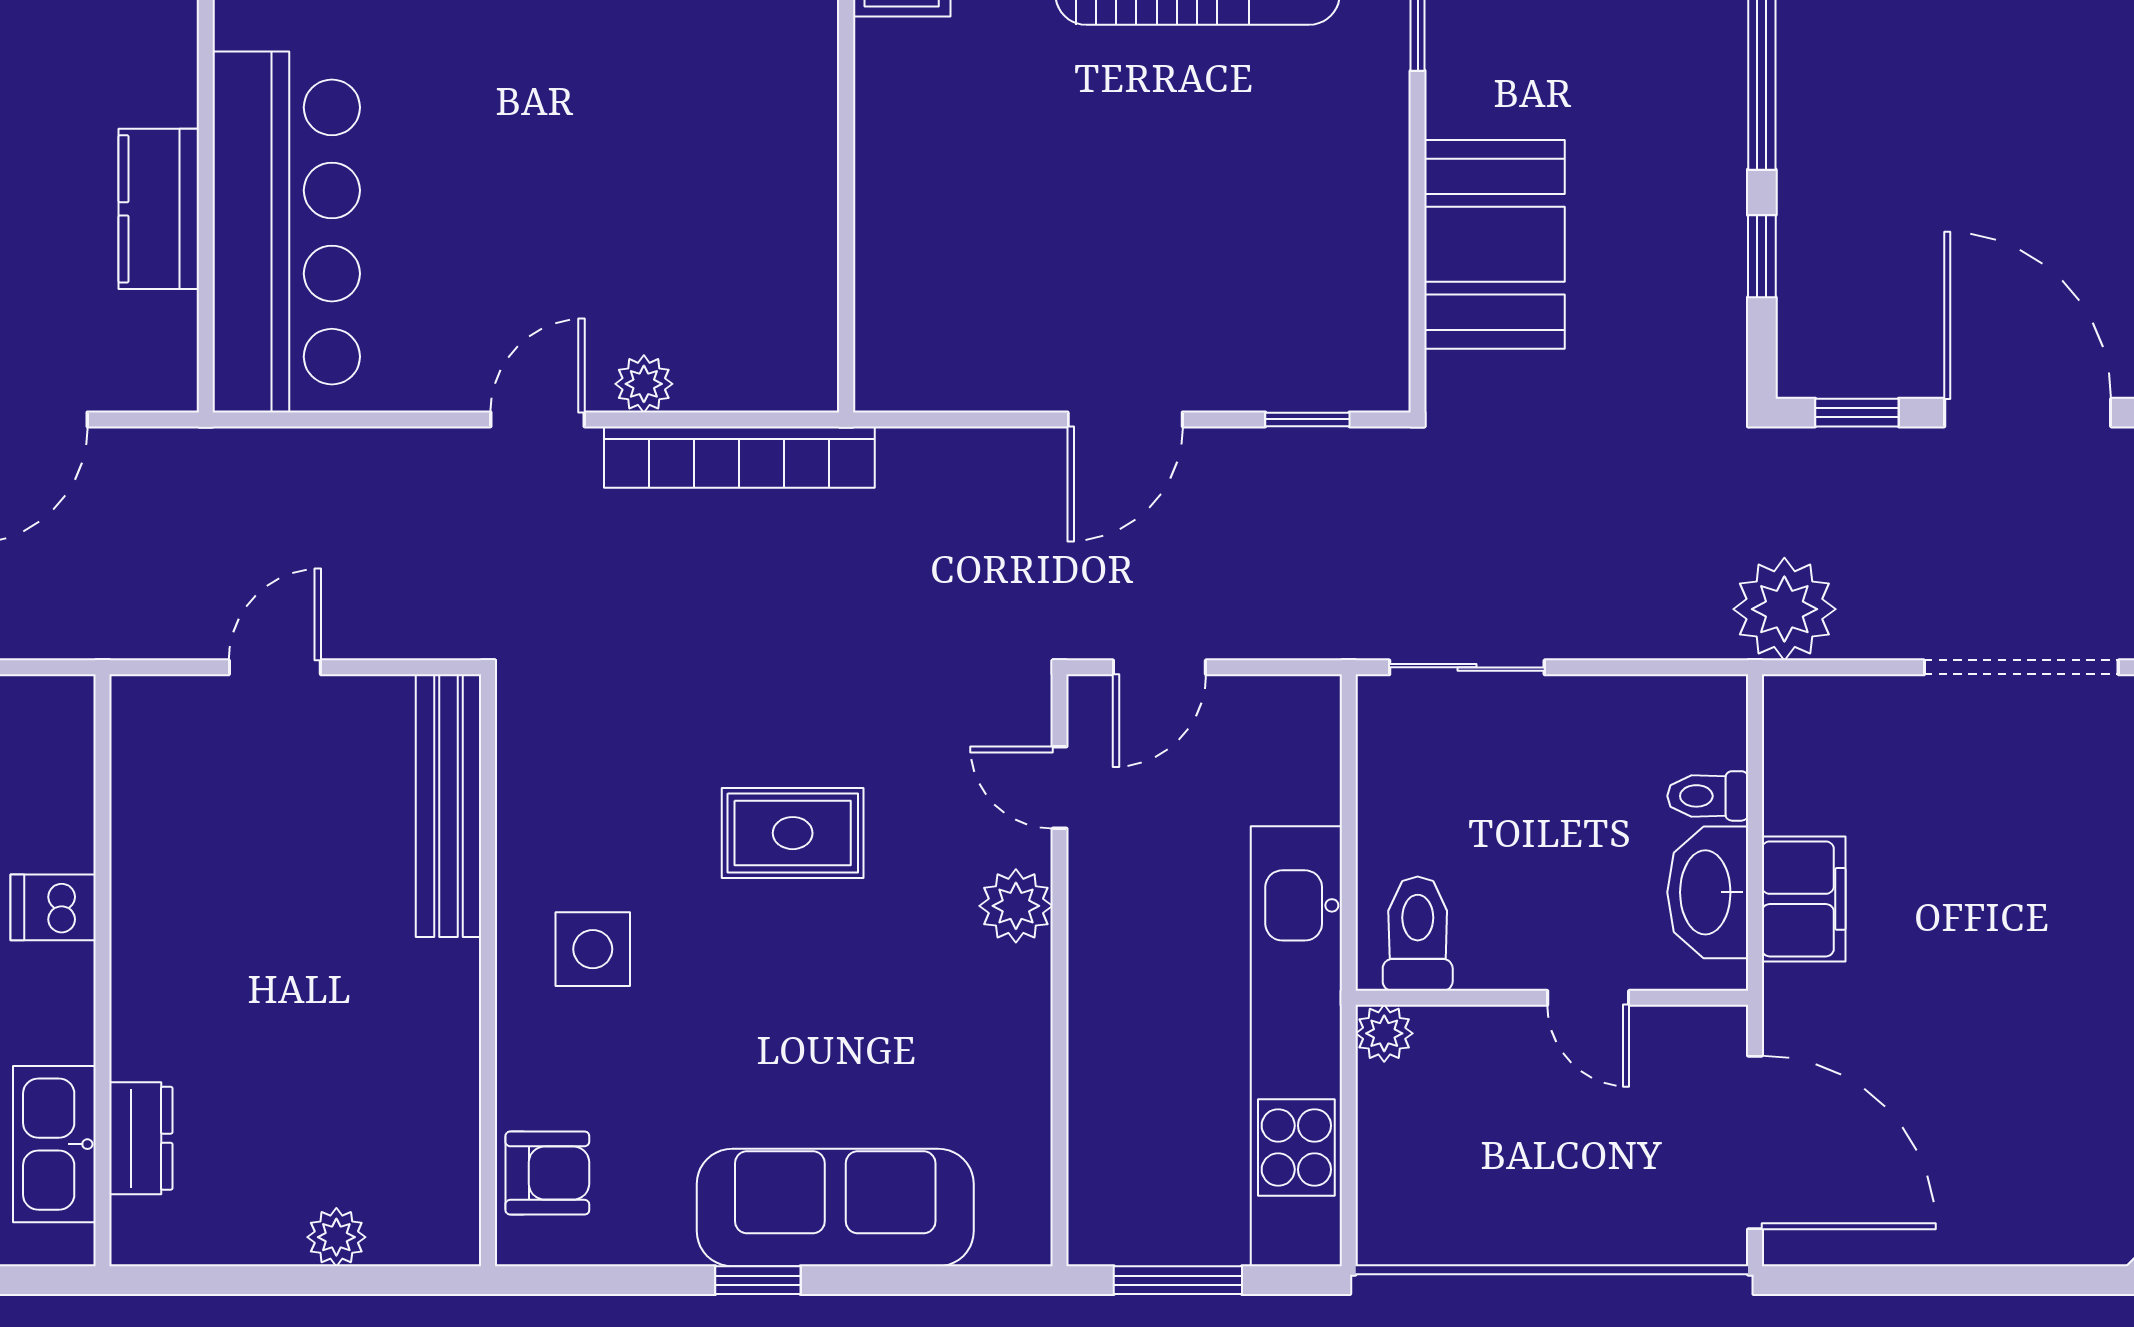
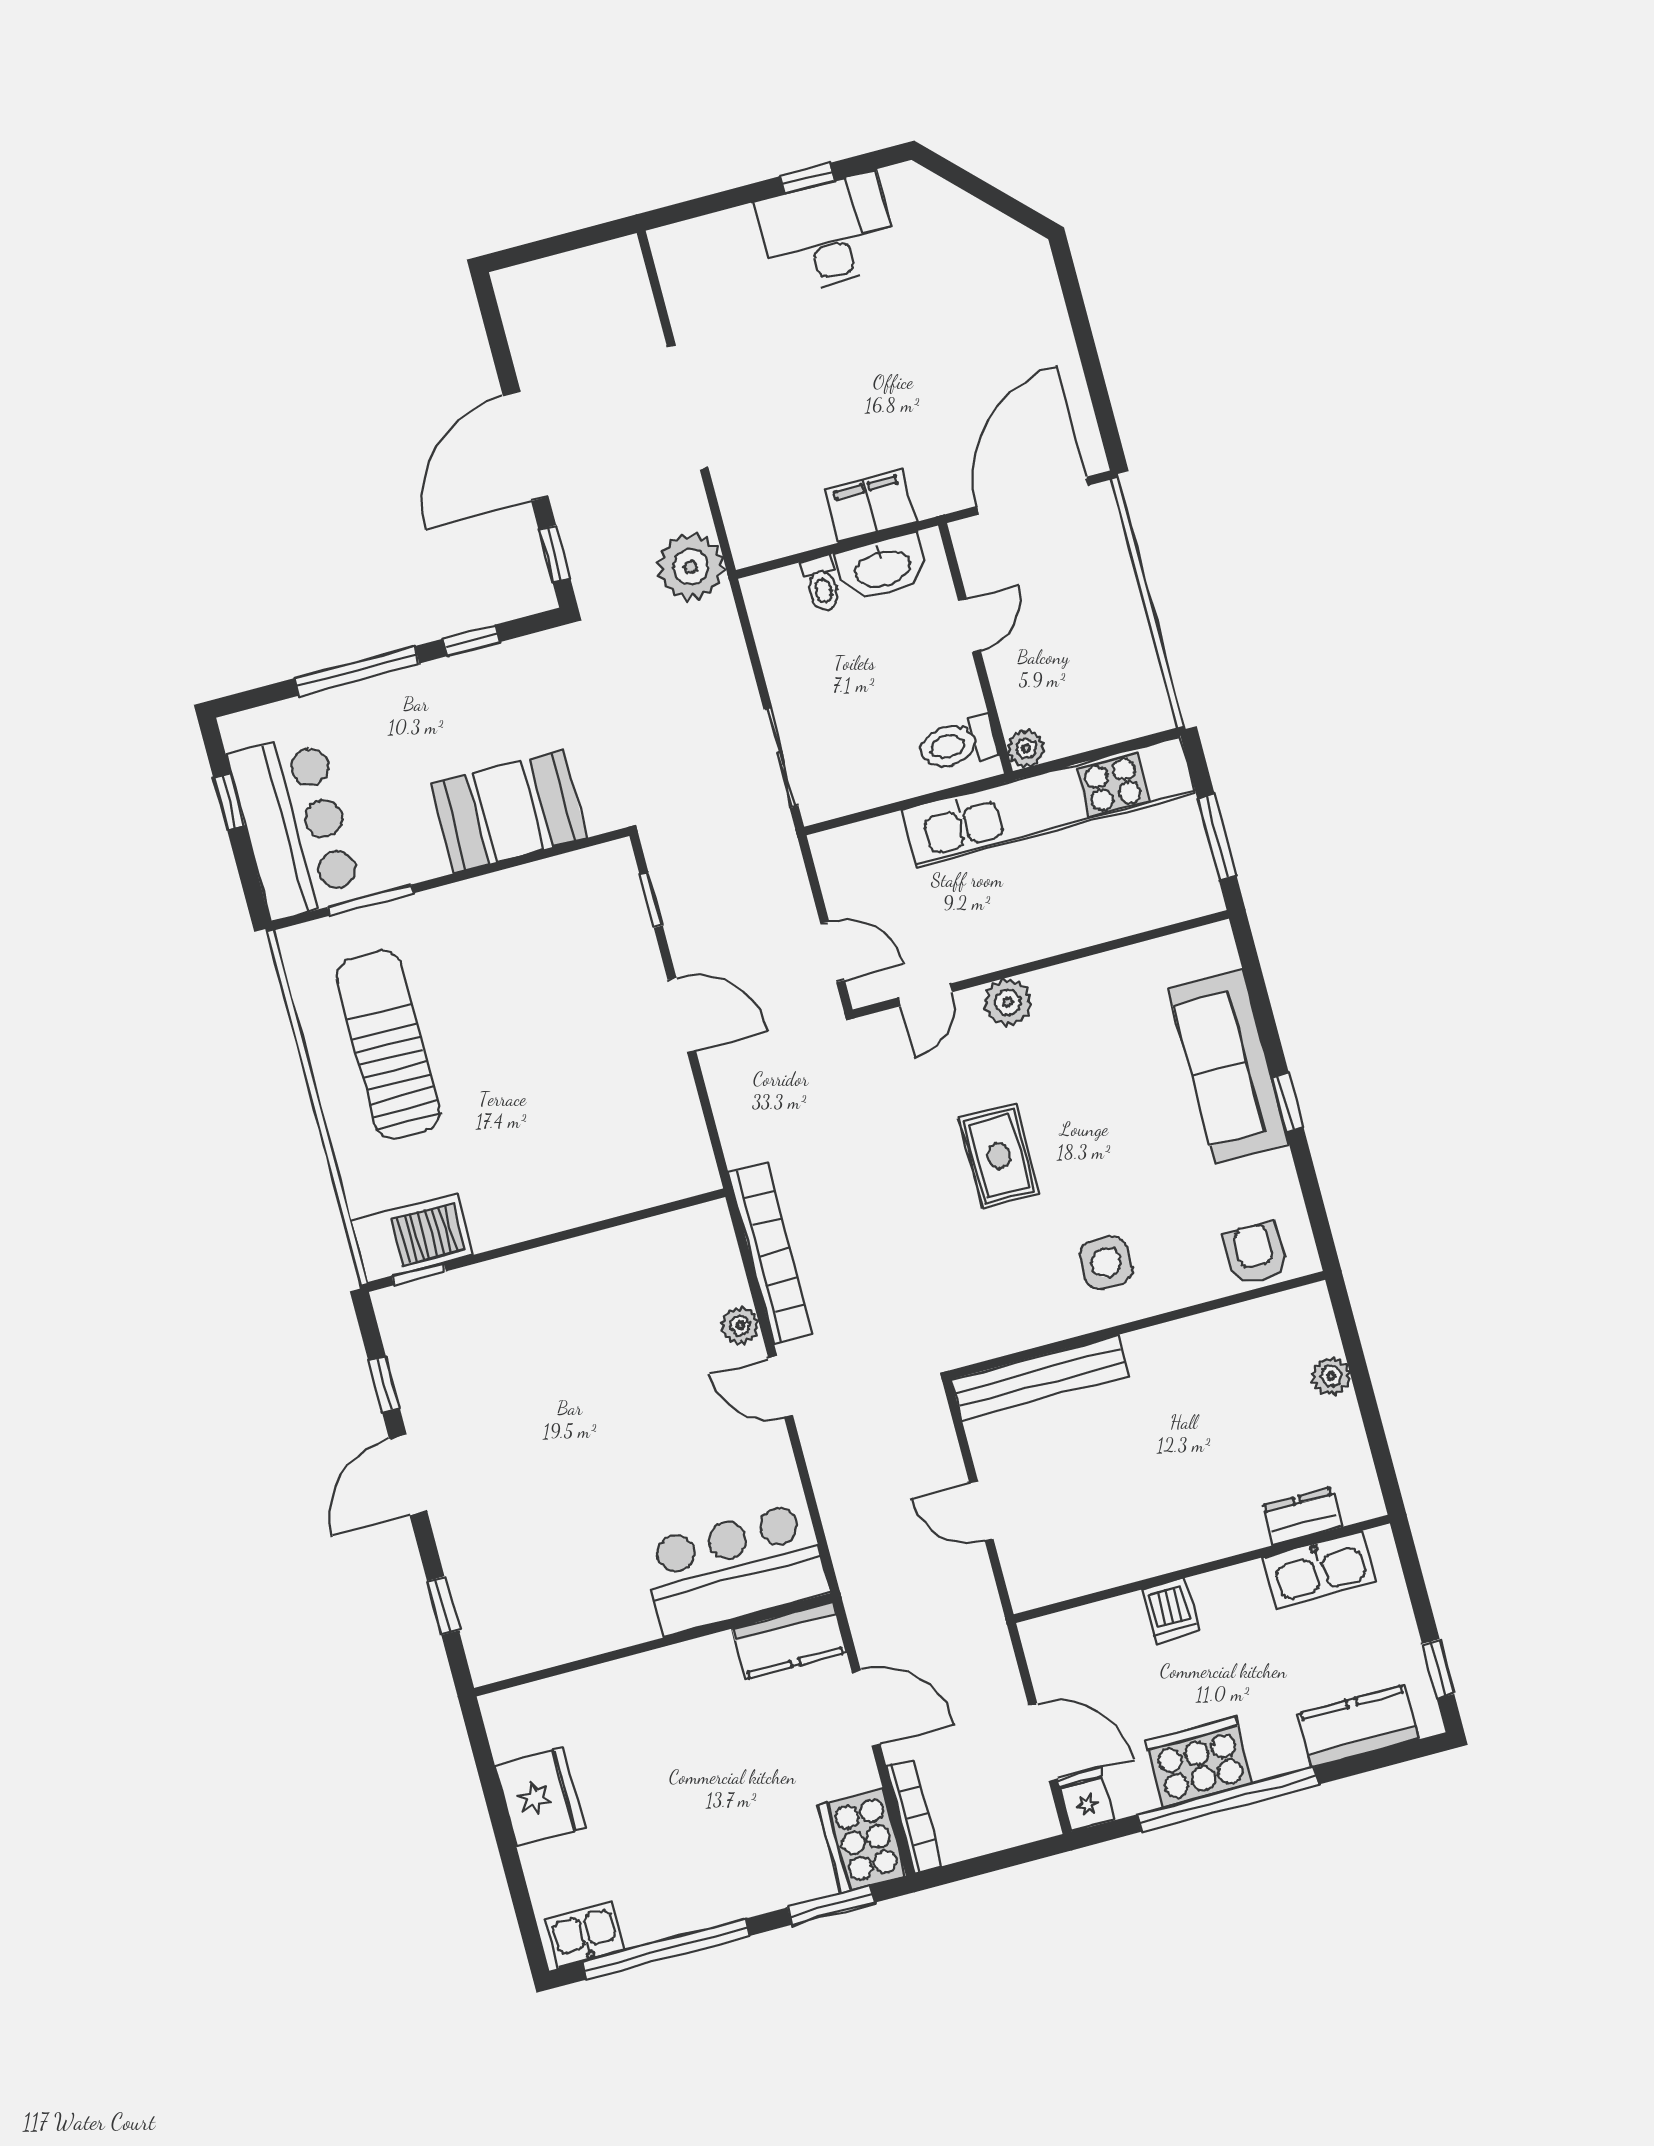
kitchen counter: (159, 209) -> (789, 1640), moved
bar counter: (286, 232) -> (735, 1569), width x0.73

